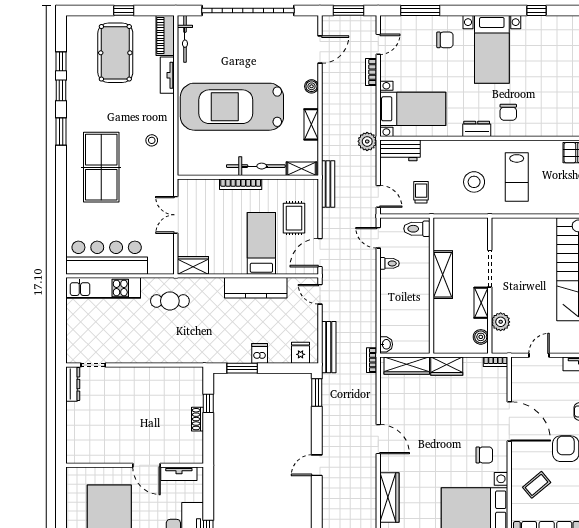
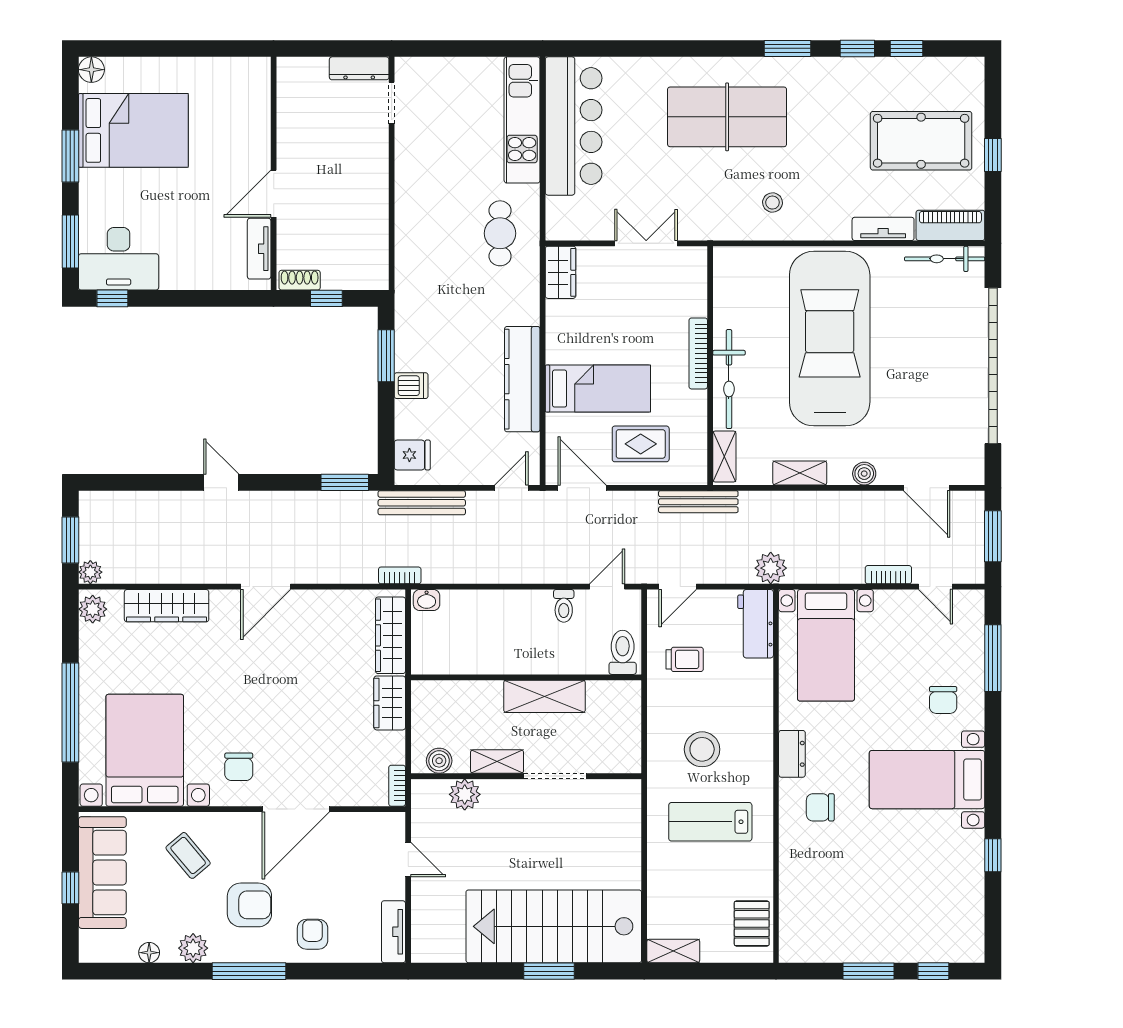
wall: (135, 465) -> (274, 173), moved
door: (147, 465) -> (274, 194), moved
tv unit: (179, 474) -> (259, 249), moved

